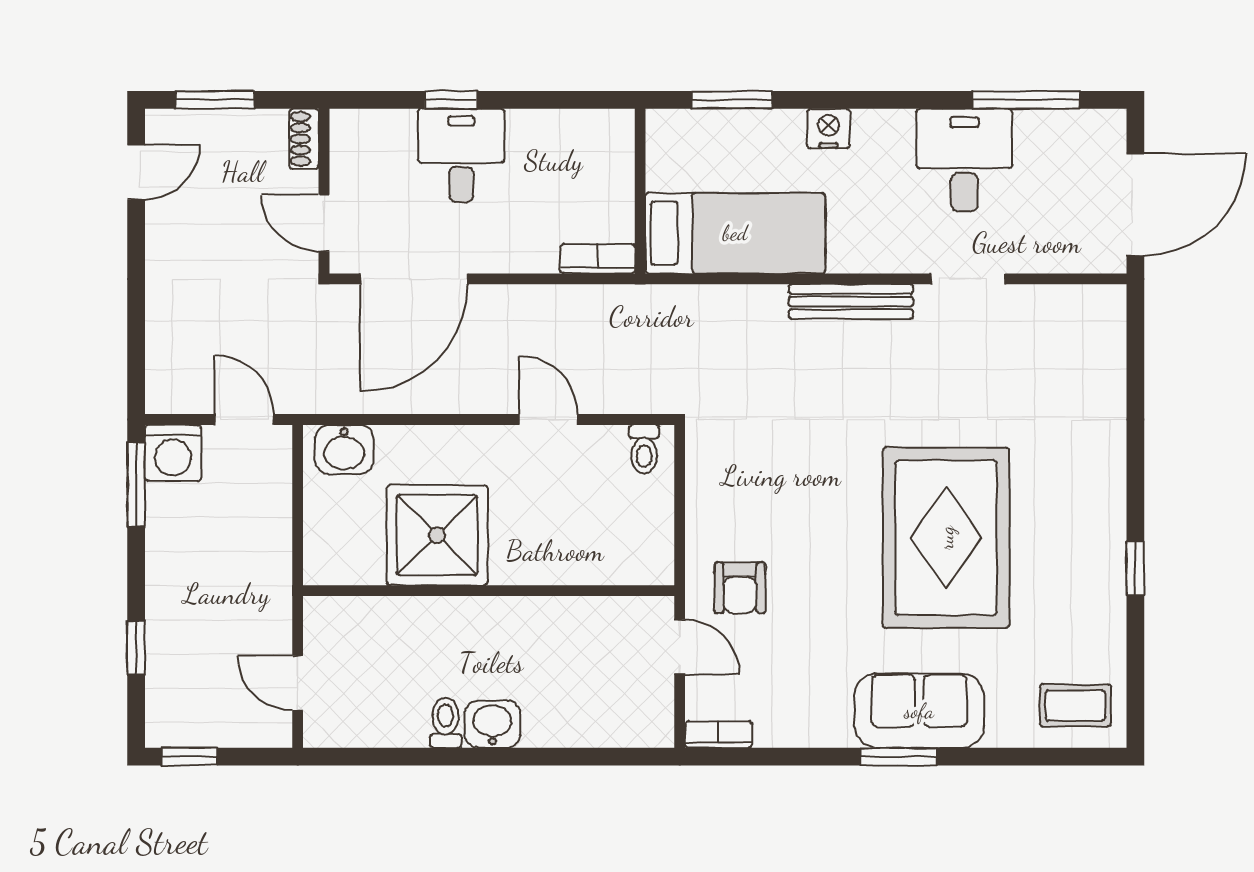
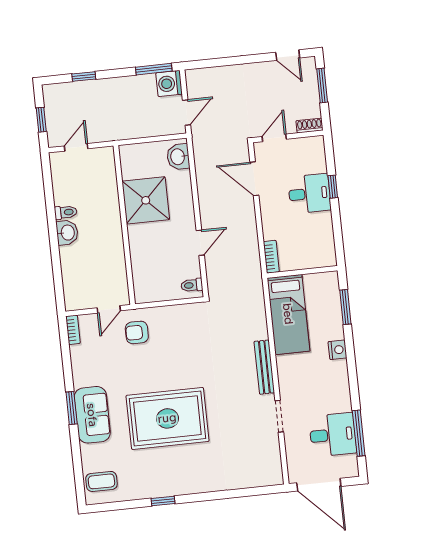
desk: (964, 160) -> (333, 435), moved
door: (414, 279) -> (254, 179), width x0.73
coffee table: (1075, 705) -> (101, 481), turned 90
window: (189, 757) -> (41, 120), moved

